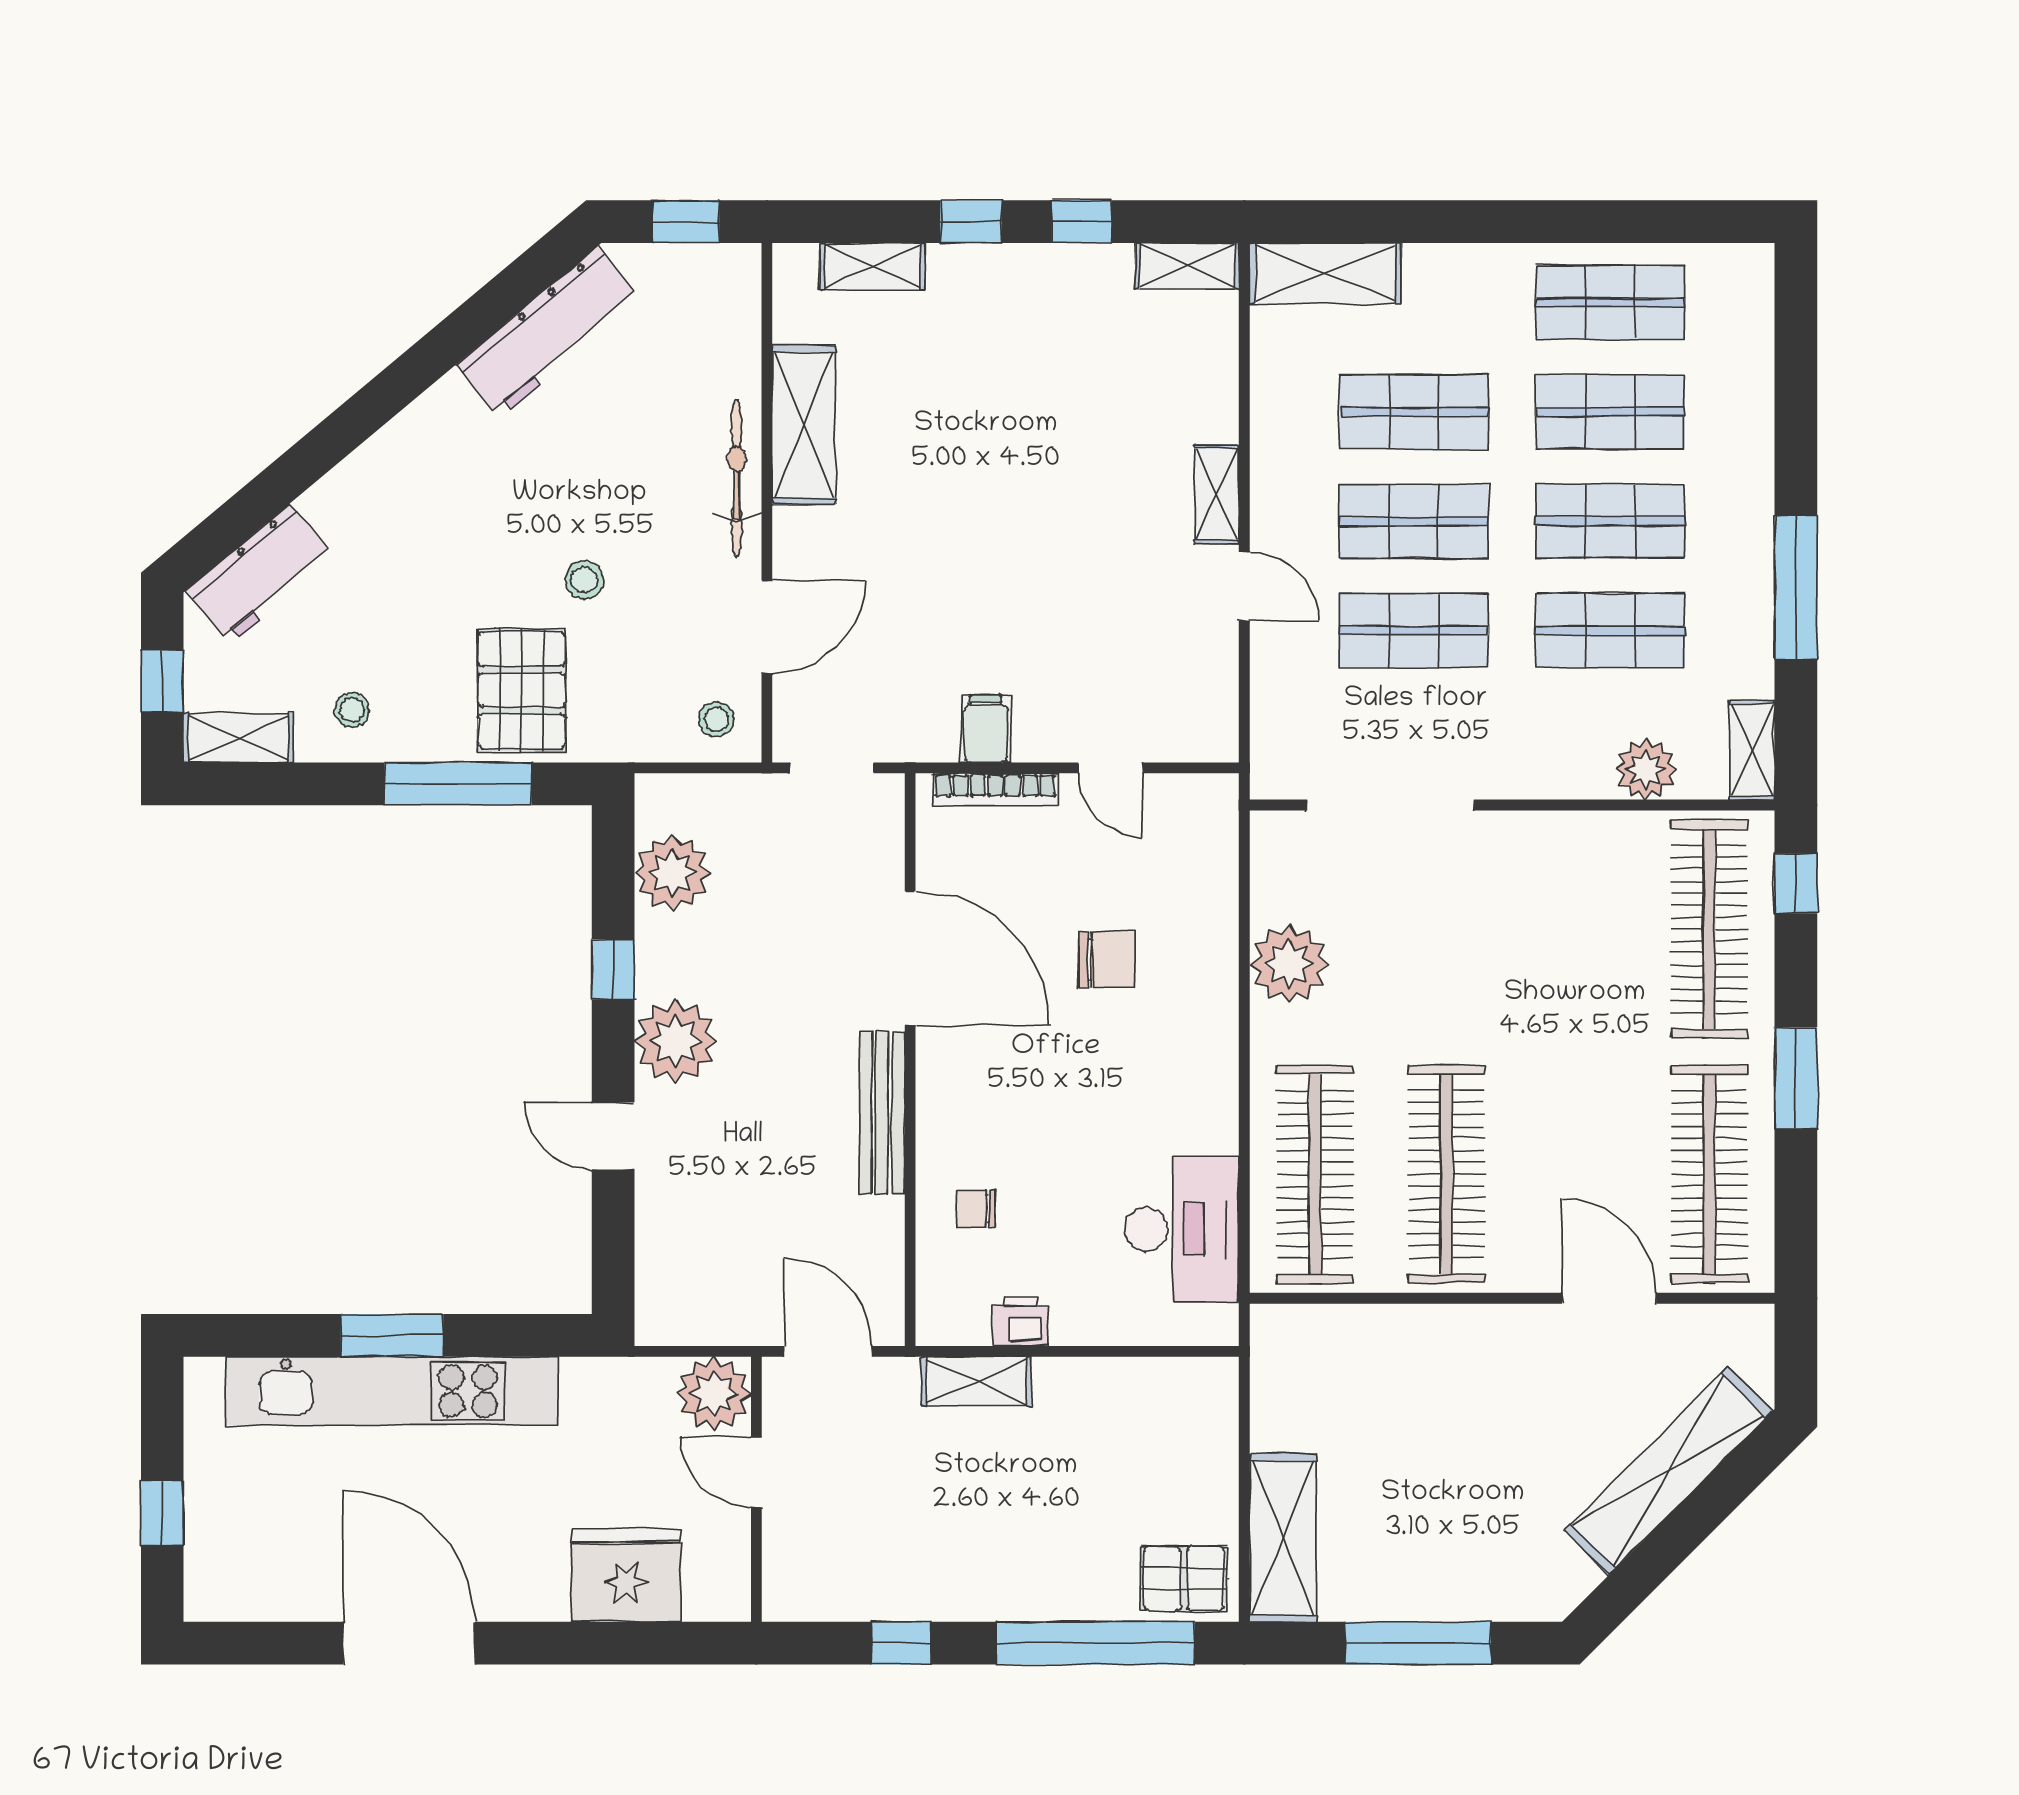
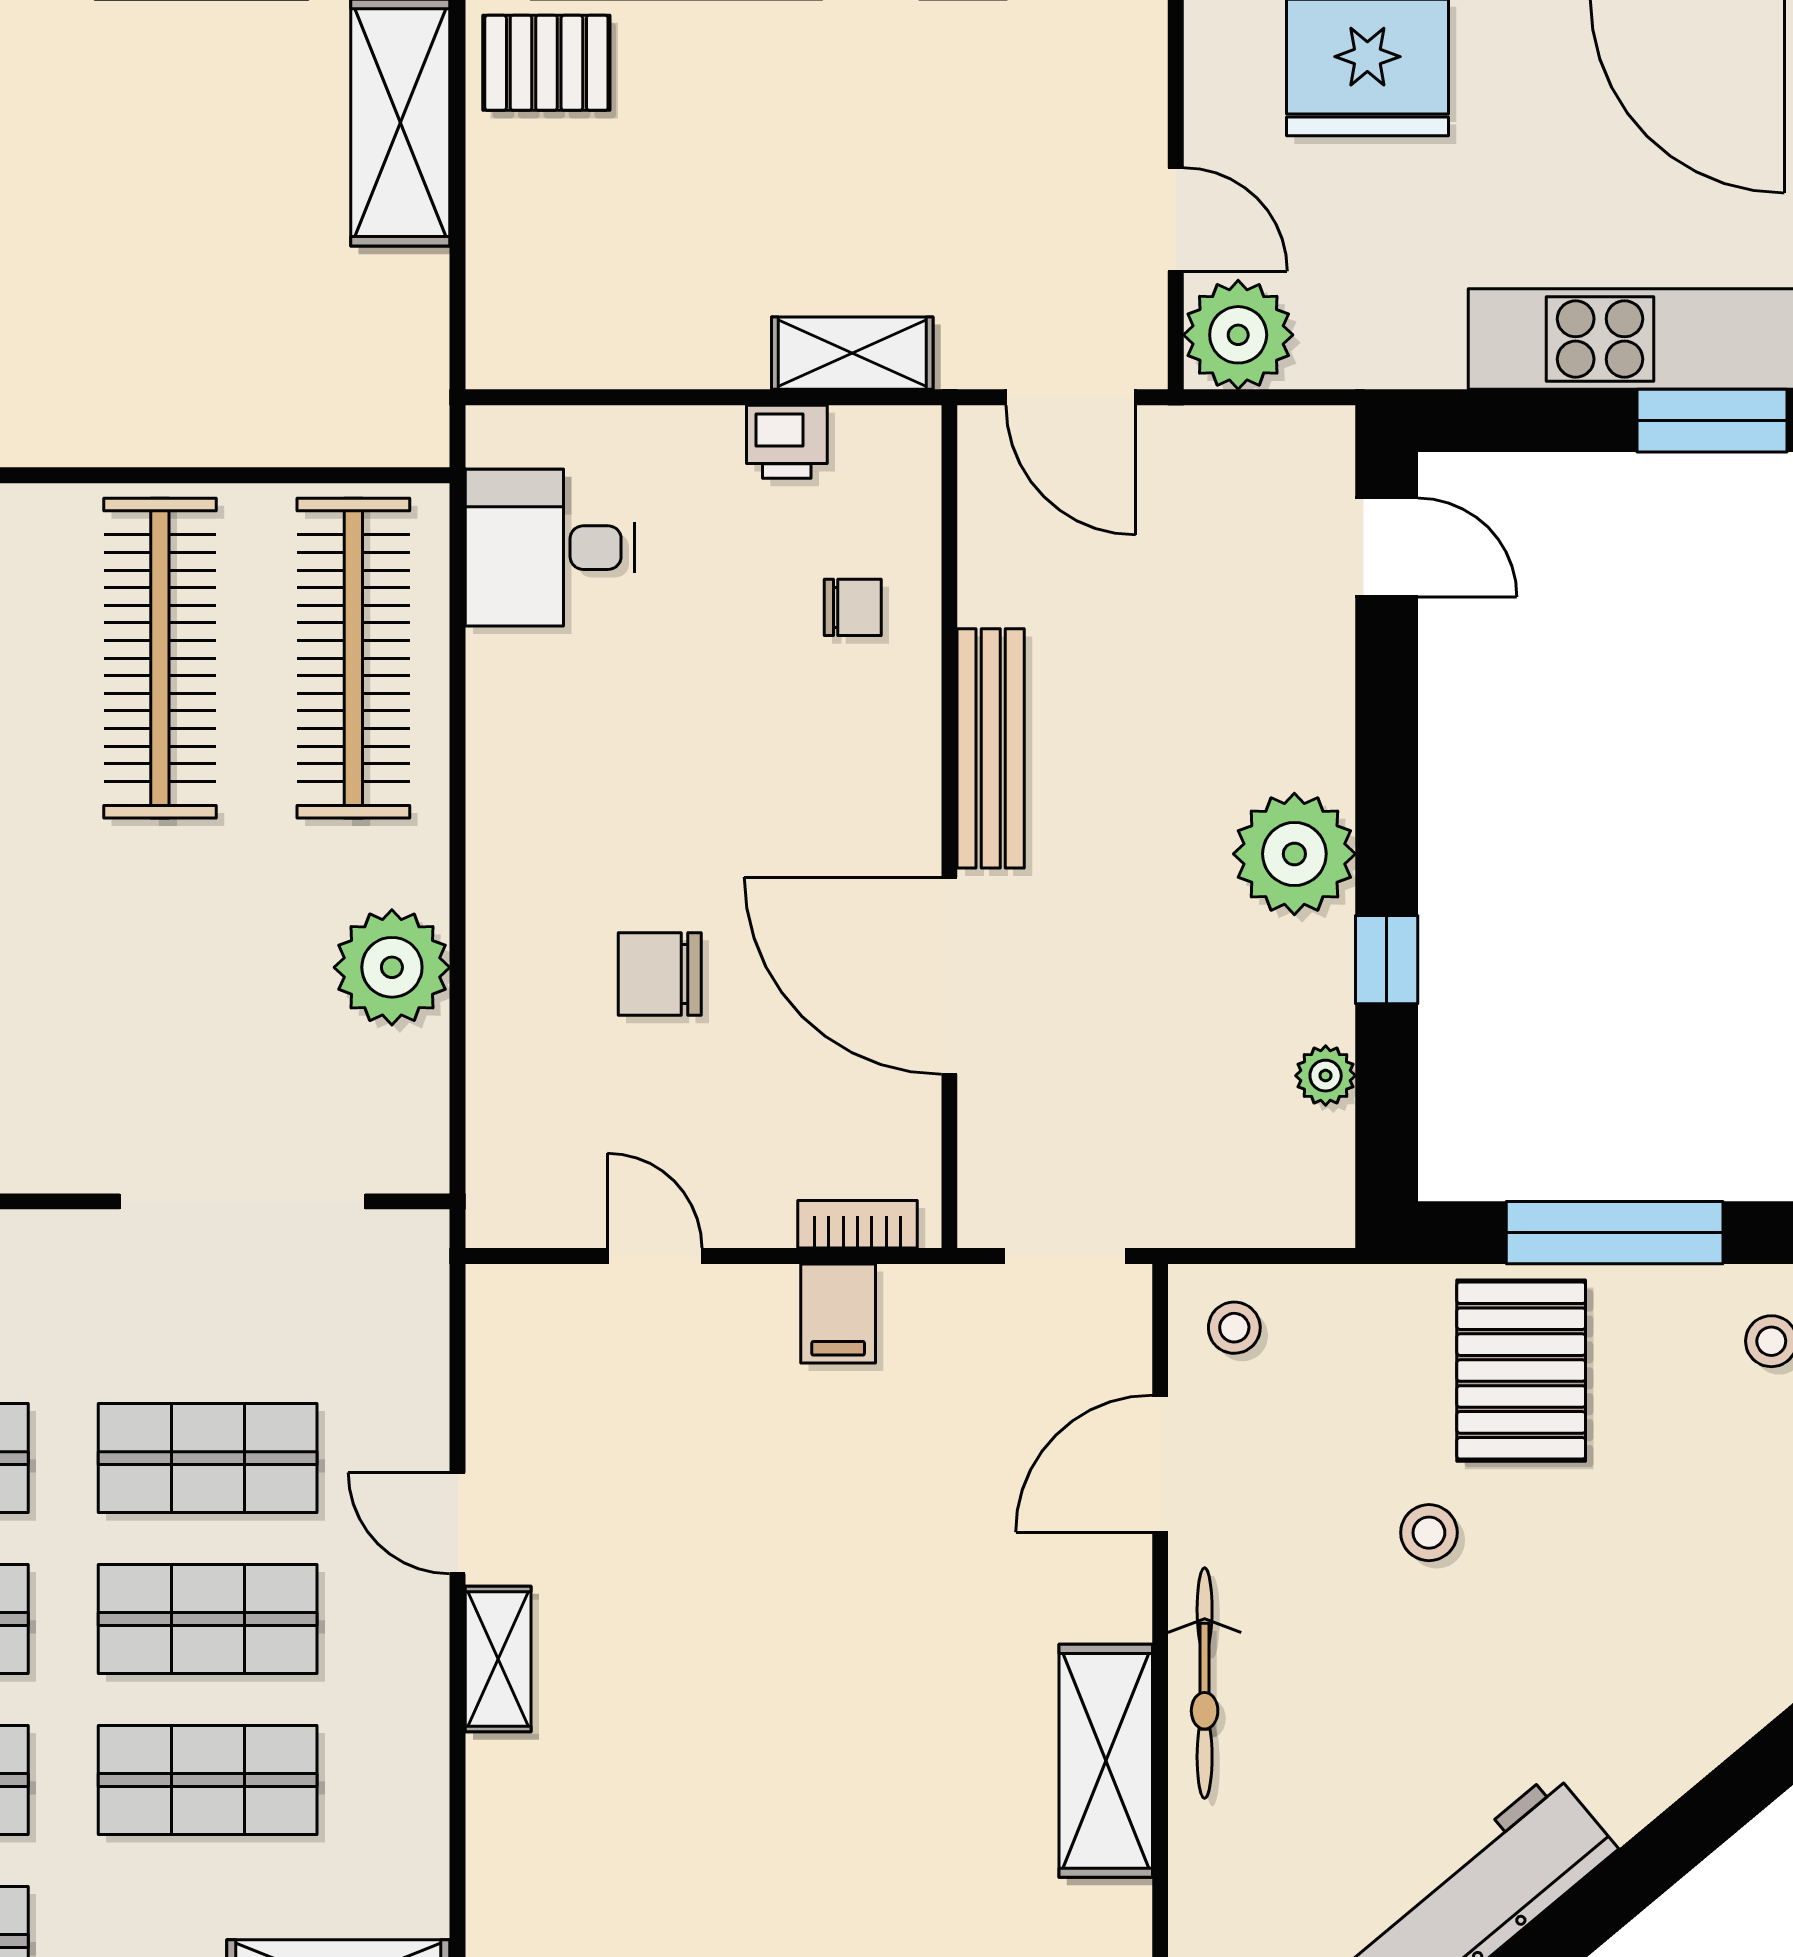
bookcase: (995, 789) -> (858, 1224), width x0.64
plant: (672, 873) -> (1326, 1076), width x0.53, depth x0.53
door: (613, 1136) -> (1387, 547), moved
desk: (1182, 1229) -> (550, 548), width x0.73

